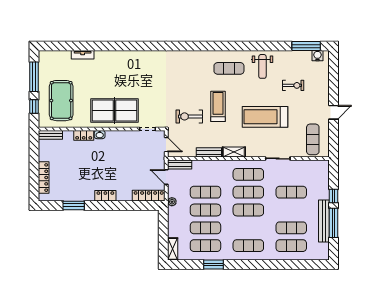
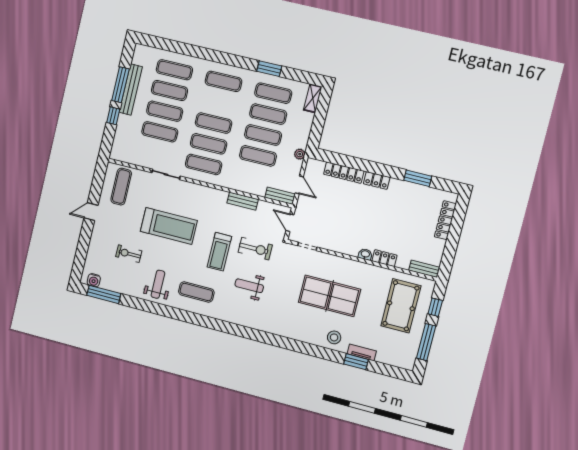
window: (85, 46) -> (356, 362), added
stool: (108, 61) -> (334, 337), added
weight bench: (187, 85) -> (249, 286), added
table tennis table: (114, 110) -> (329, 296), moved
shelving: (234, 152) -> (214, 194), removed
locker: (149, 196) -> (344, 173), moved
exercise mat: (291, 210) -> (165, 111), added

